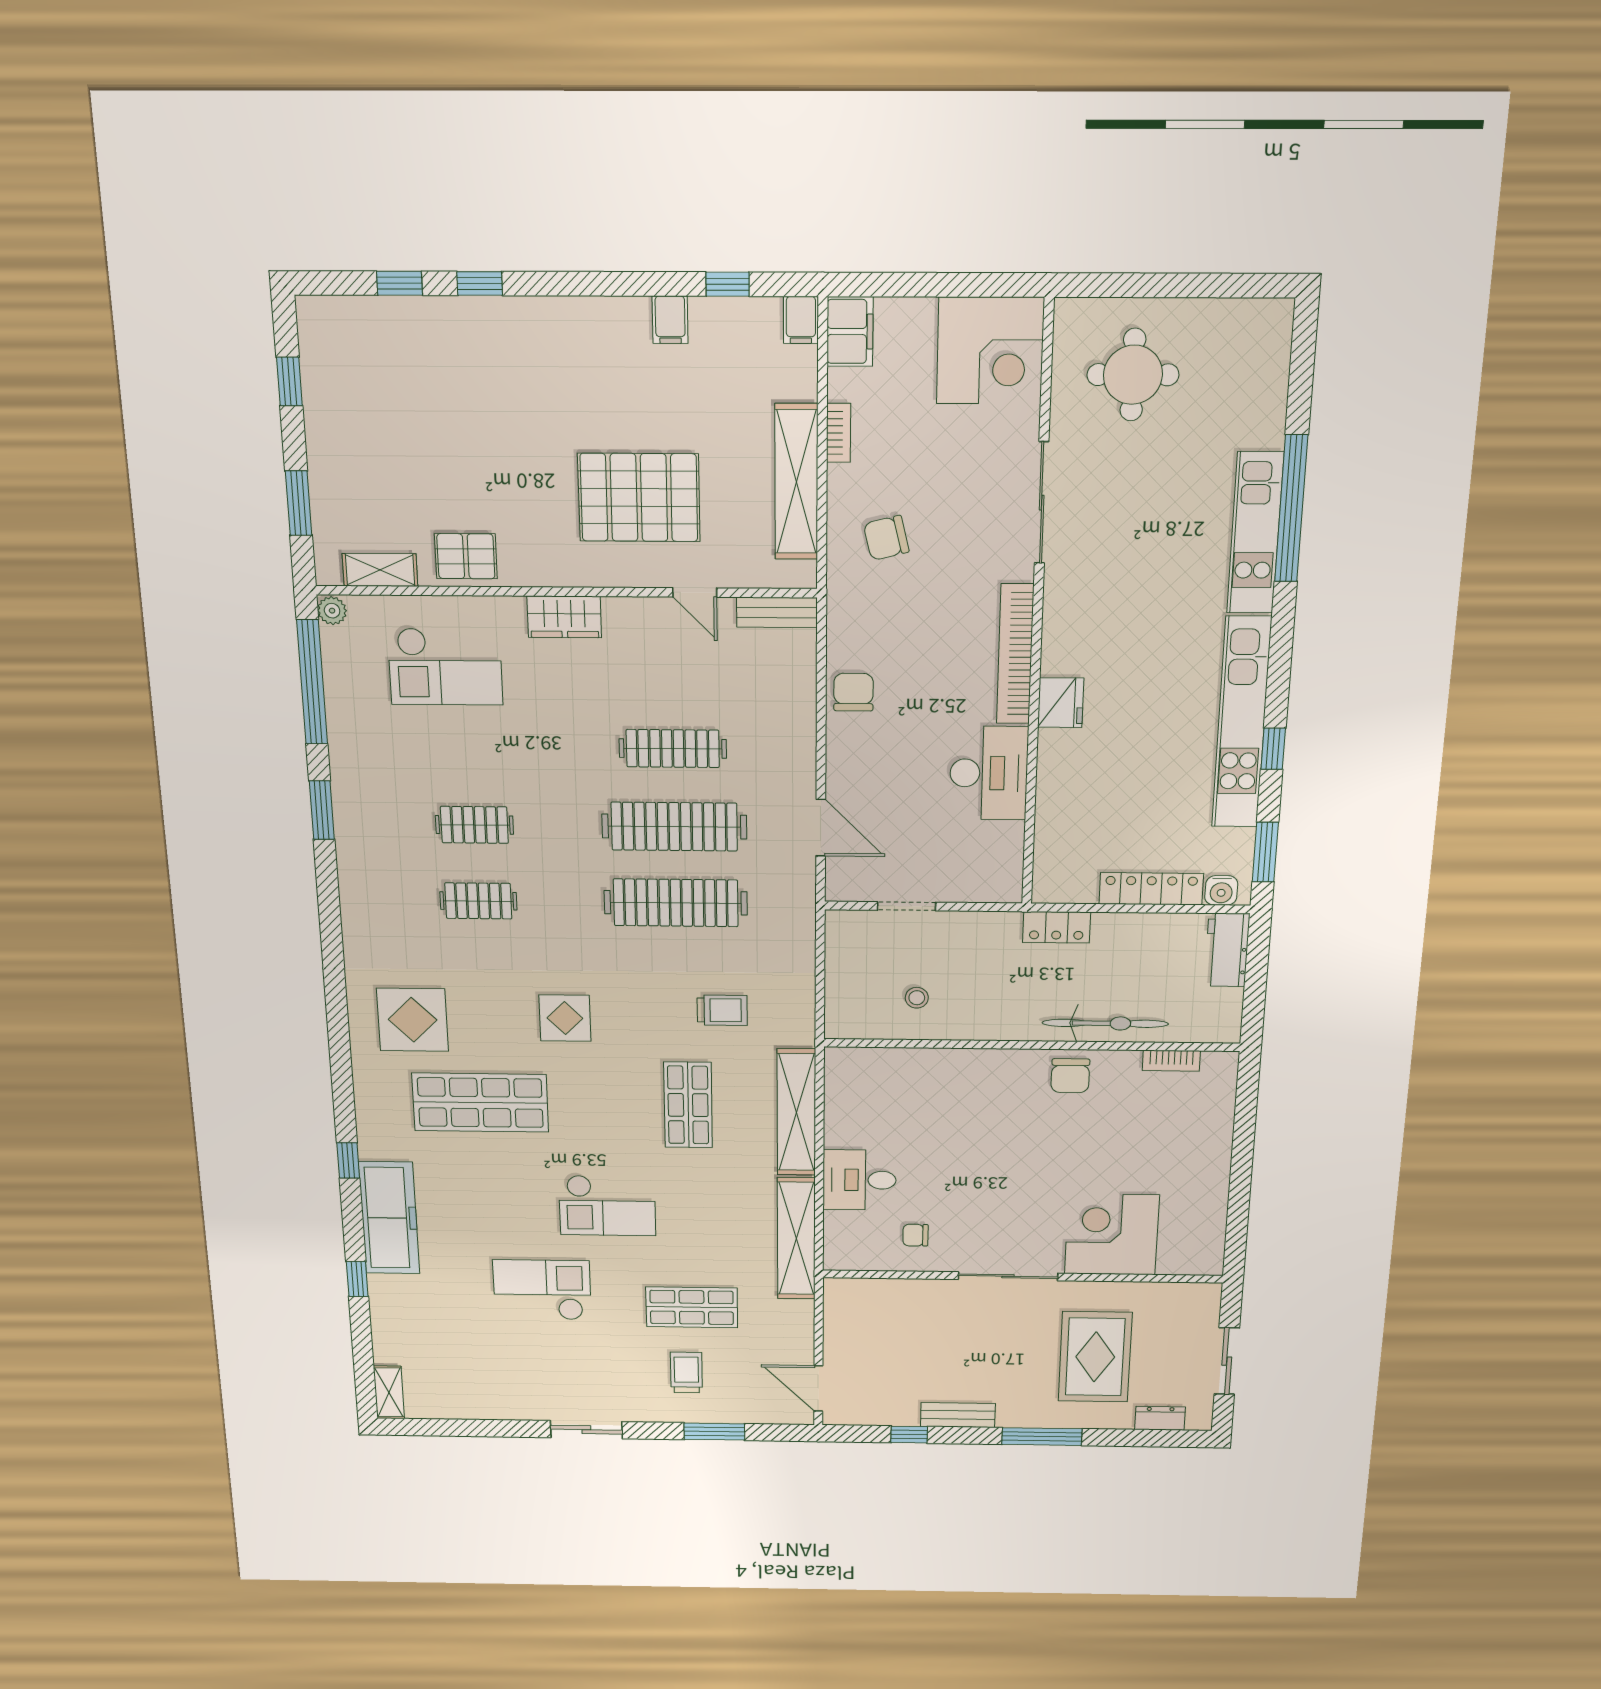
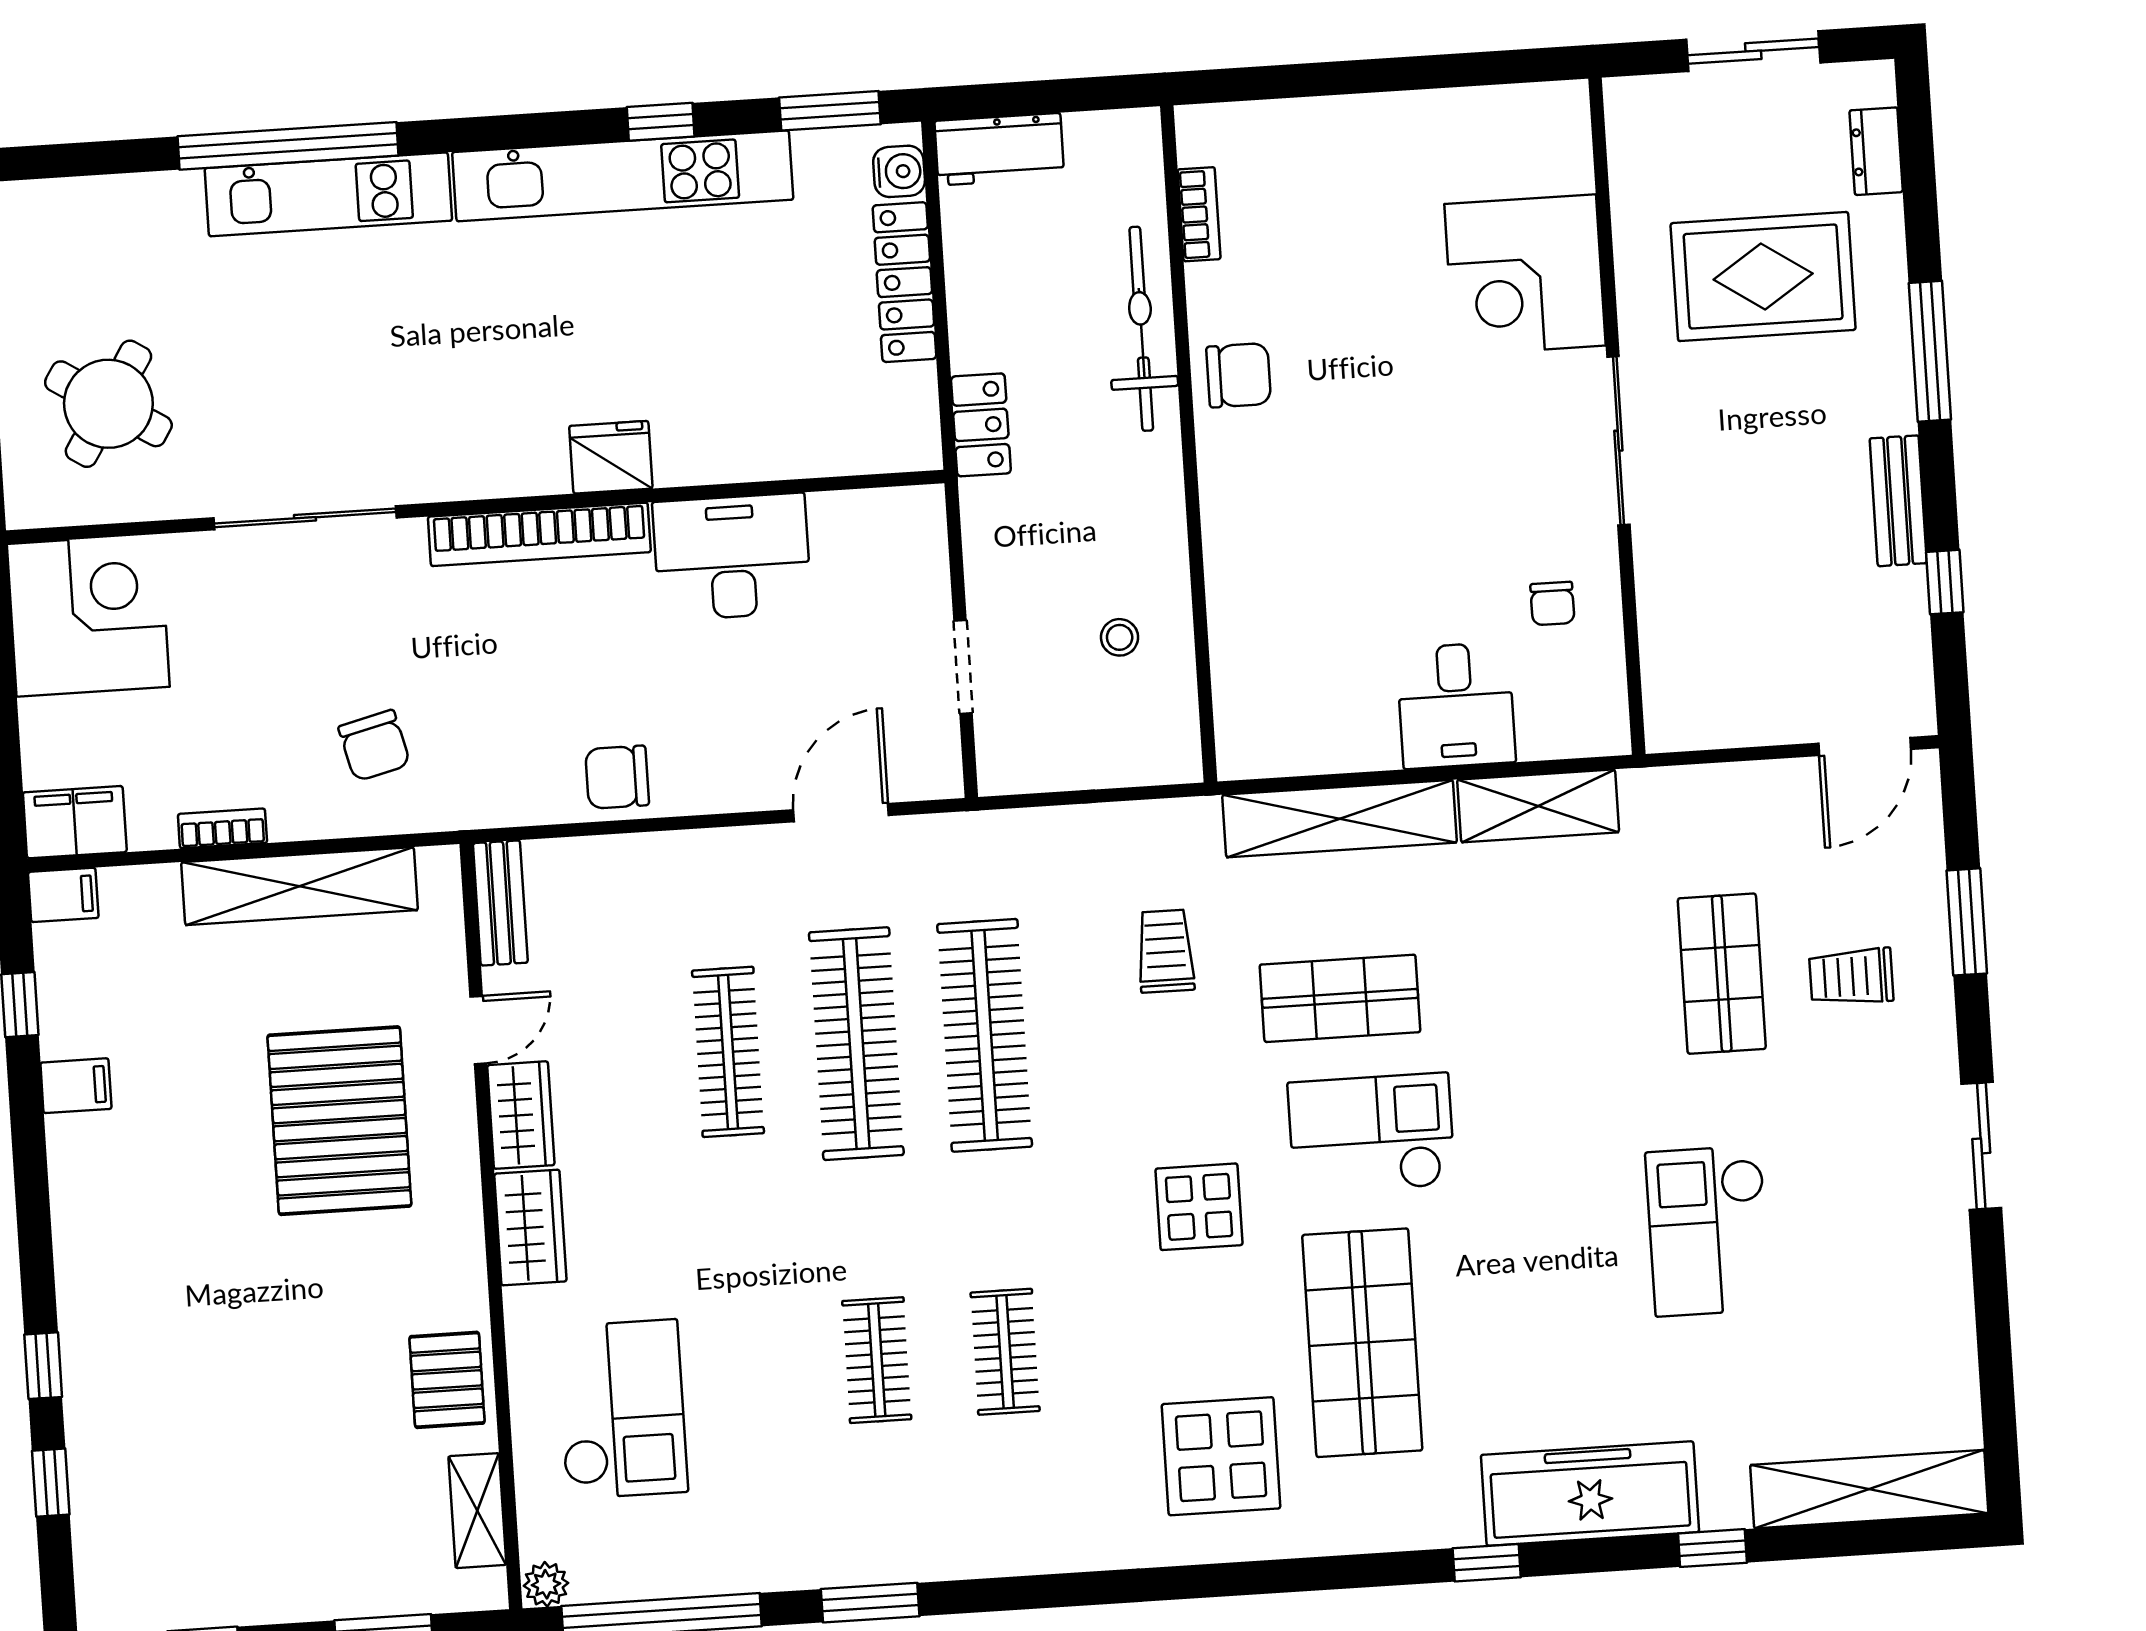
round table: (1133, 375) -> (108, 404), turned 32
wardrobe: (638, 616) -> (521, 1115), added
checkout: (607, 1206) -> (1371, 1134), moved, turned -90
shelving: (796, 1239) -> (1538, 806), width x0.68
shelving: (389, 1392) -> (1869, 1489), width x2.20, depth x1.33

